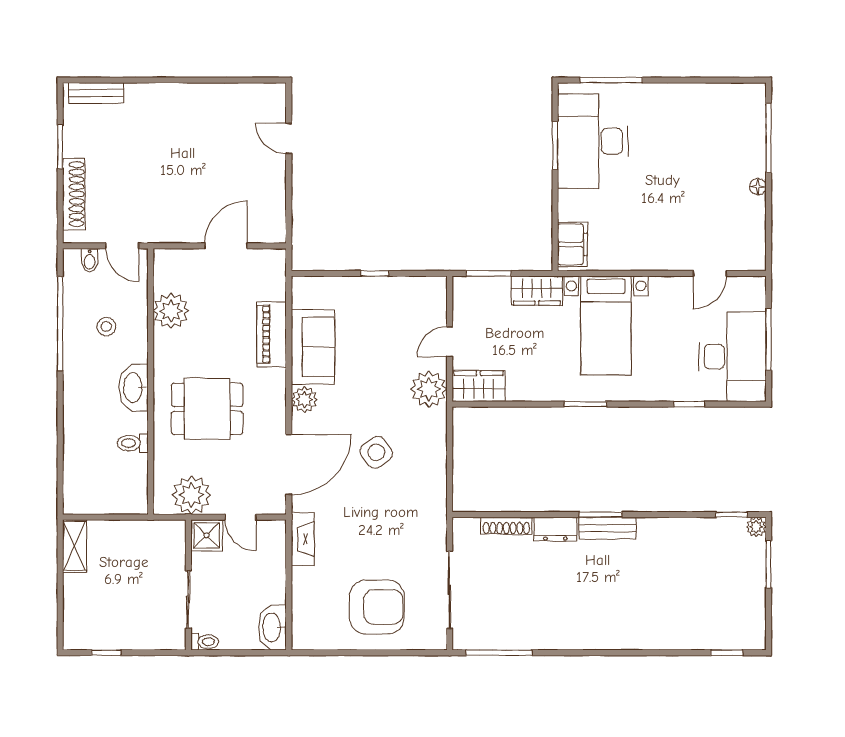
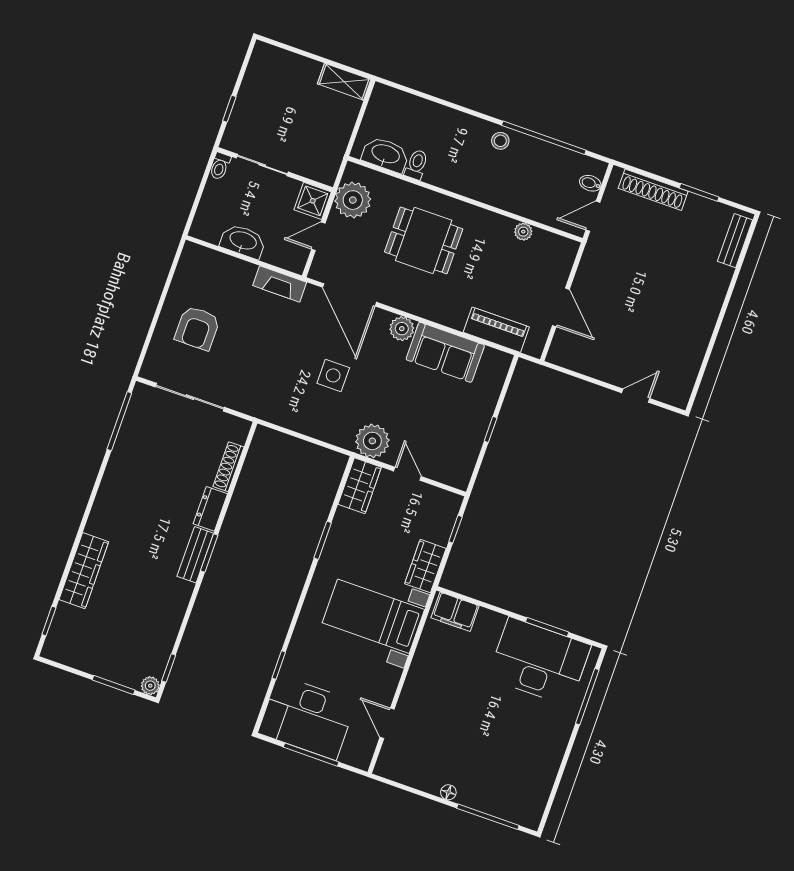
window: (489, 273) -> (455, 529), width x0.67
plant: (171, 311) -> (523, 232), width x0.53, depth x0.53
stool: (106, 327) -> (500, 141), moved
piano: (272, 334) -> (496, 330), moved
washbasin: (134, 388) -> (385, 154), moved
window: (585, 404) -> (323, 540), moved
dining table: (207, 409) -> (424, 240), turned 90
side table: (376, 452) -> (333, 375), turned 36
armchair: (377, 607) -> (197, 328), width x0.73, depth x0.73
washbasin: (272, 627) -> (243, 241), moved
wardrobe: (663, 635) -> (84, 571), added
window: (106, 653) -> (229, 109), moved

